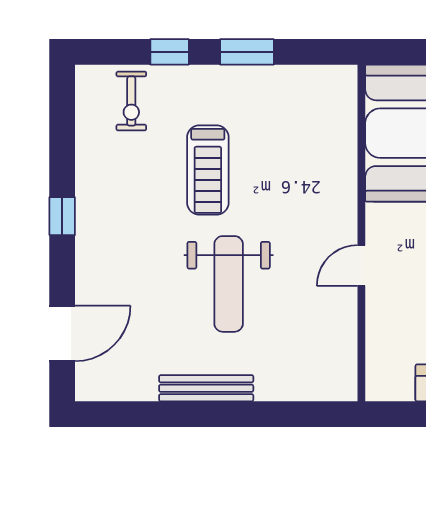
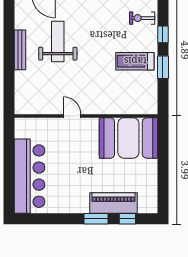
treadmill: (208, 170) -> (135, 61), moved
weight bench: (229, 284) -> (58, 41), moved, turned 90

